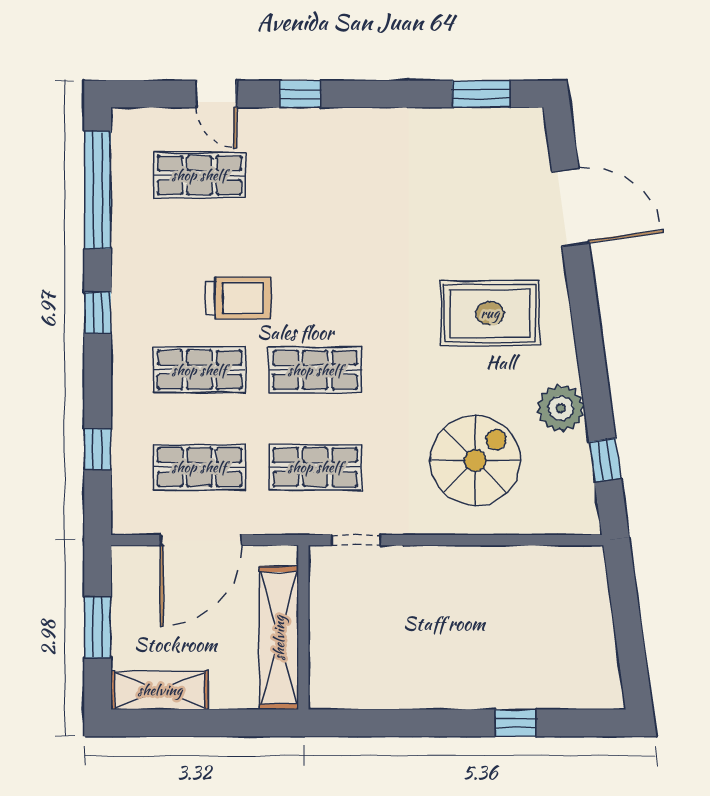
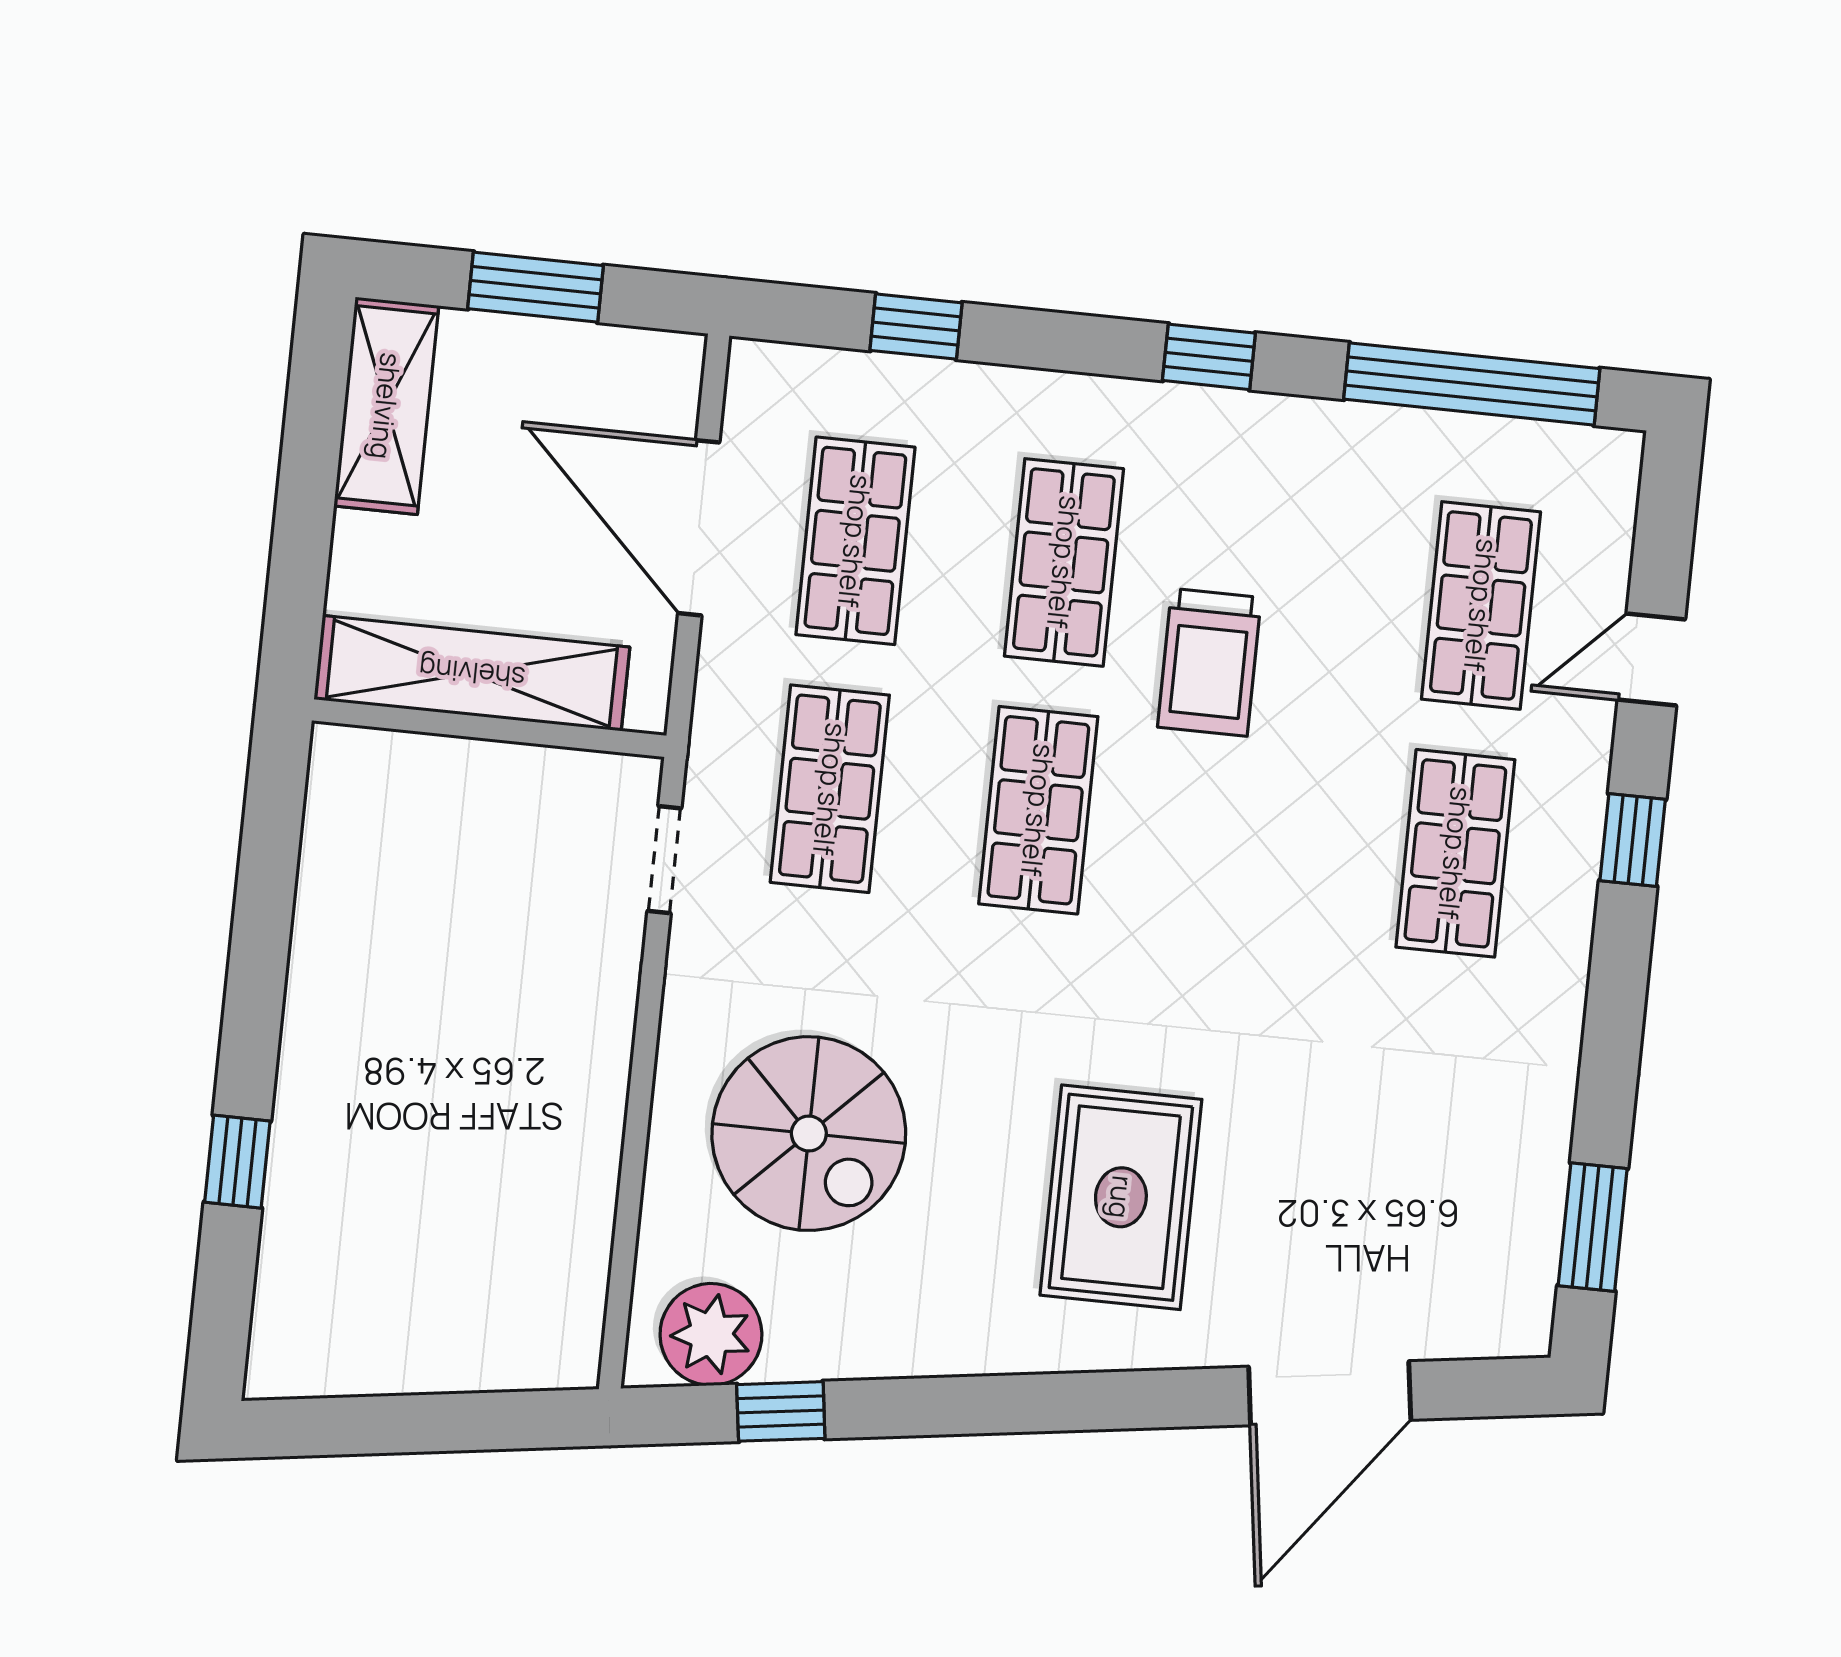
shop shelf: (315, 175) -> (1455, 853), added
plant: (561, 408) -> (711, 1334), moved

